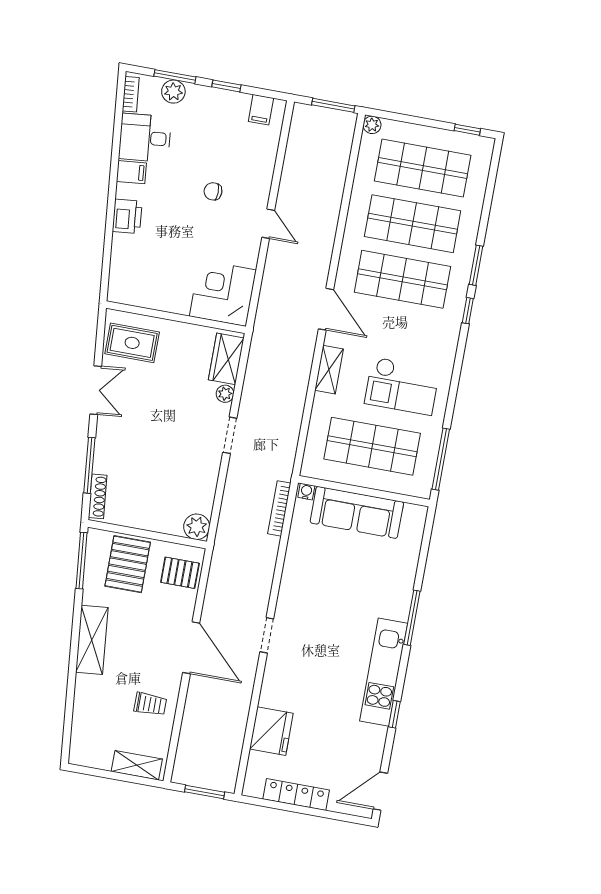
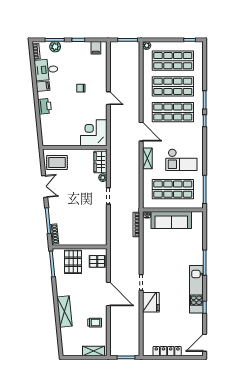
plant: (197, 527) -> (101, 239), removed
shelving: (92, 640) -> (64, 311), moved
fridge: (271, 731) -> (151, 302), moved

